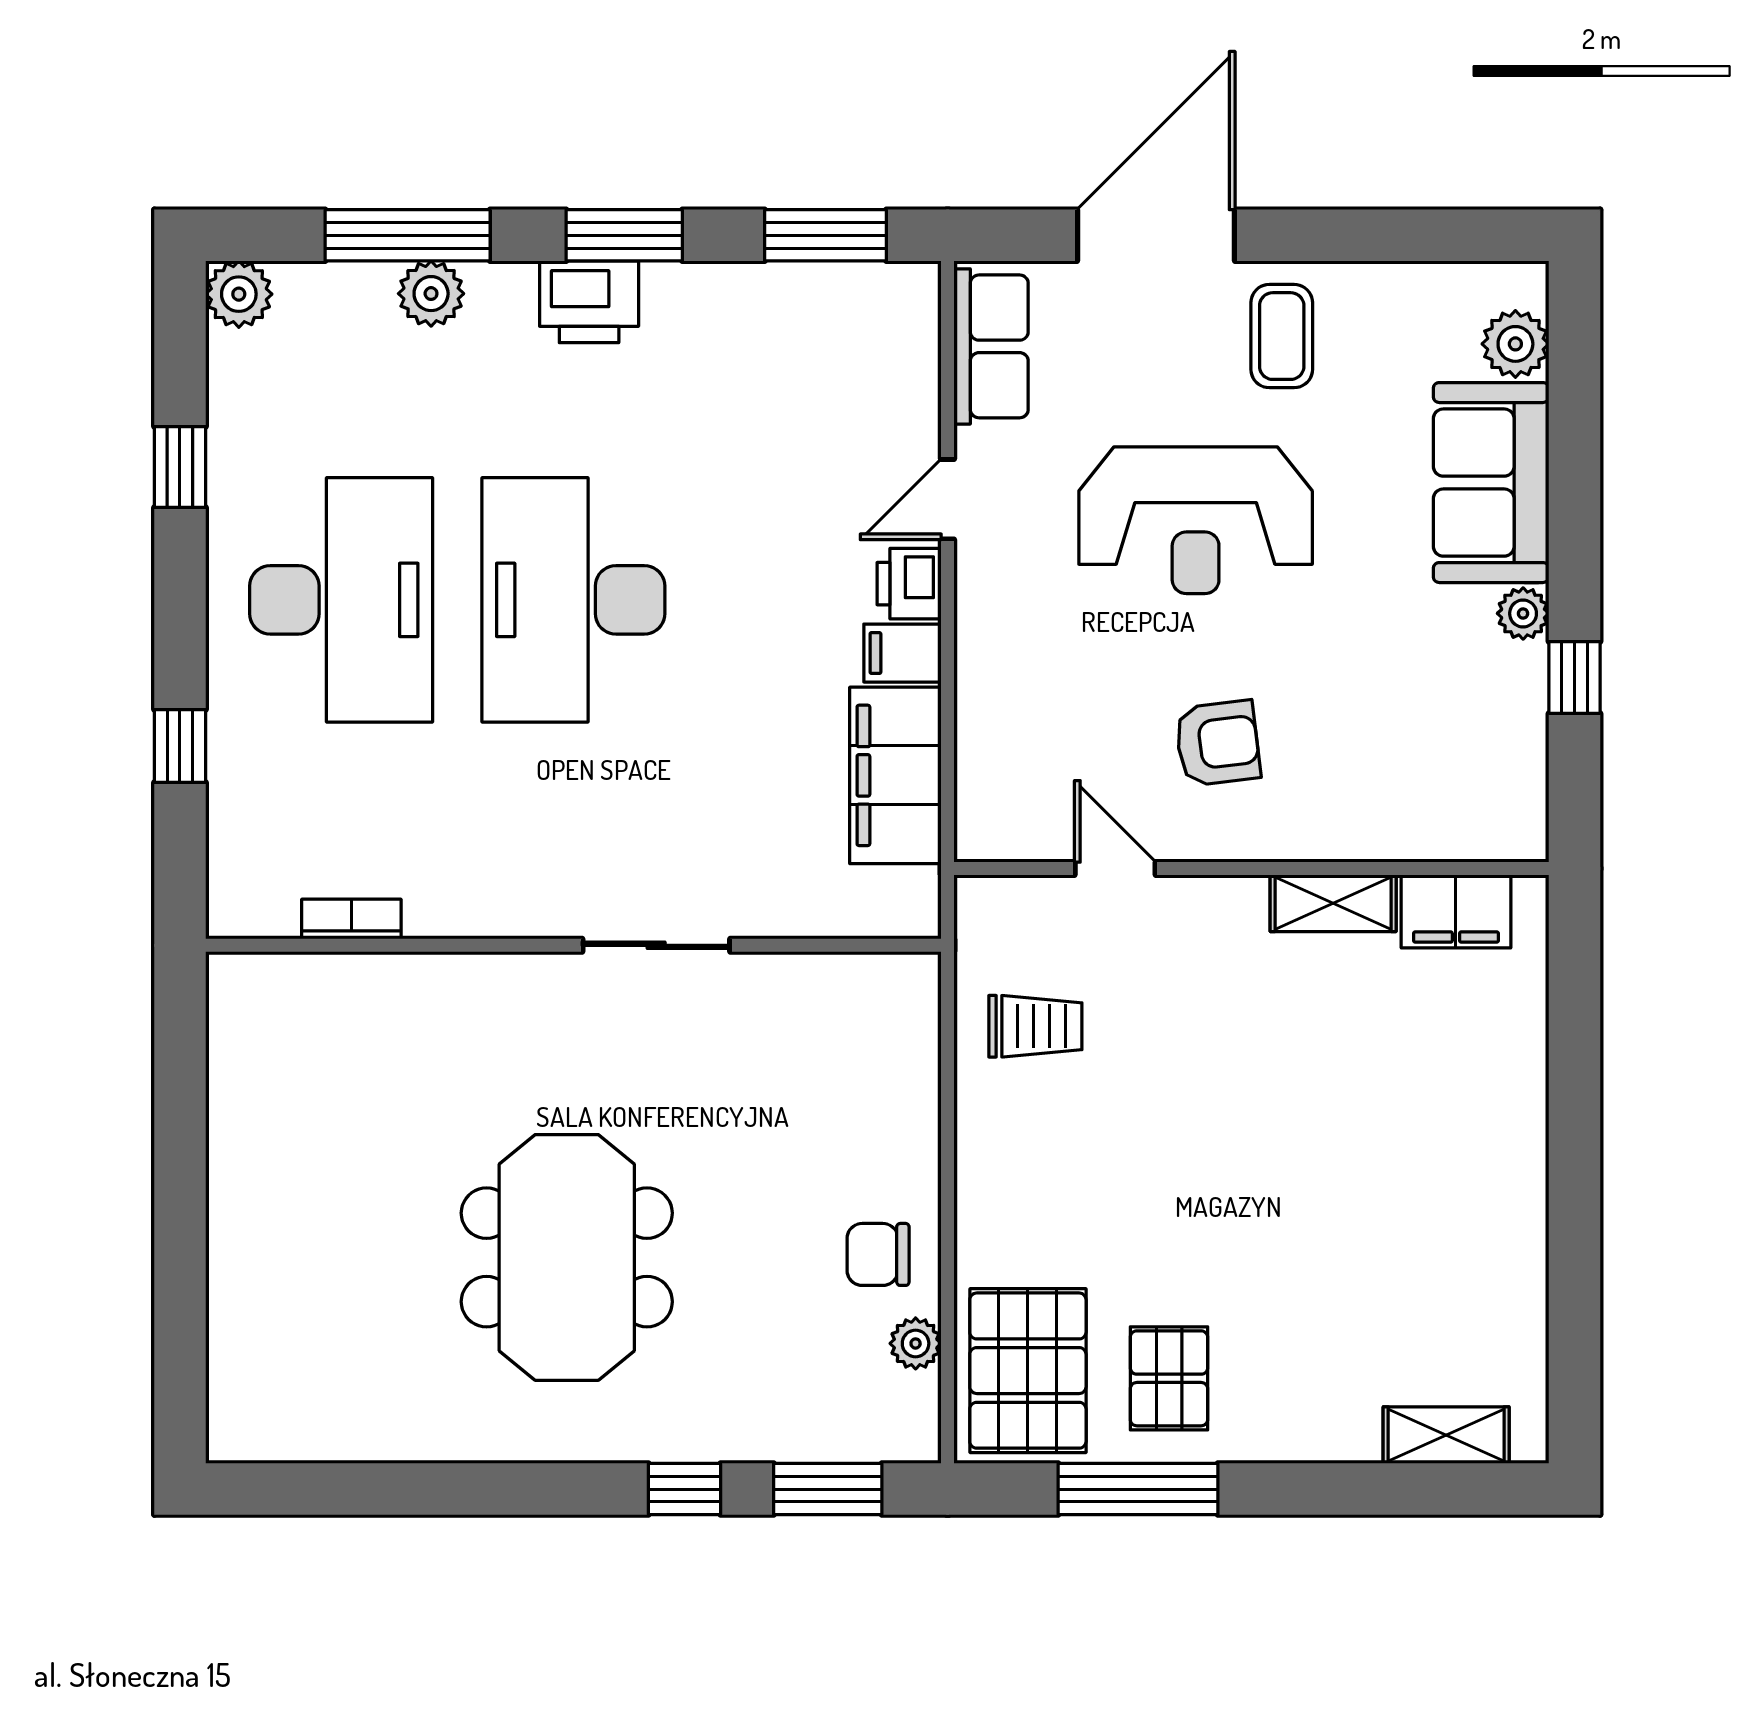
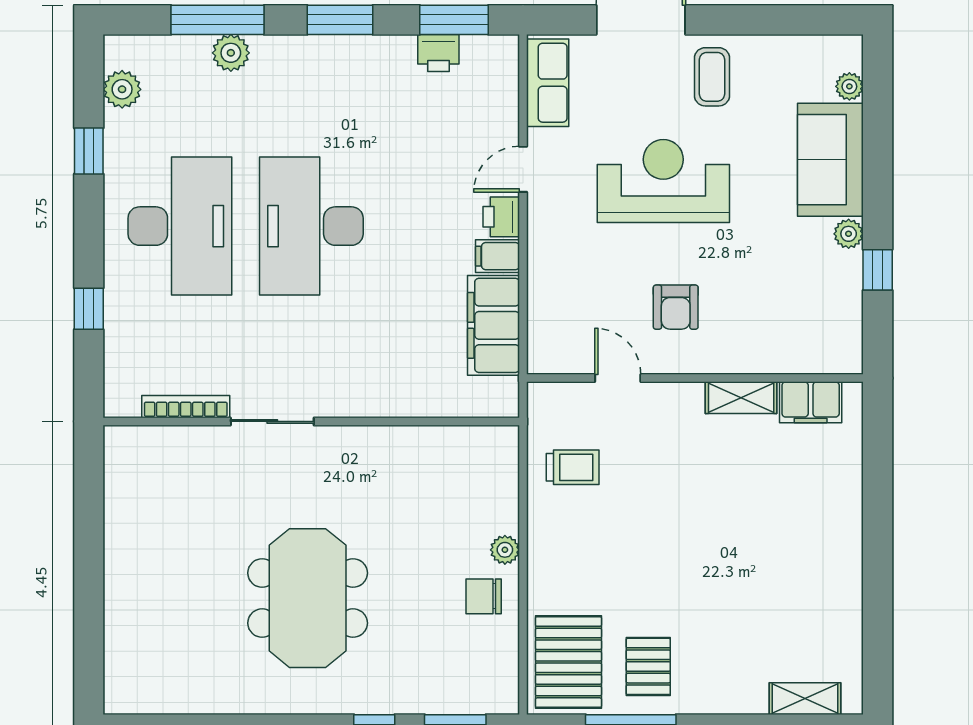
plant: (239, 294) -> (122, 89), moved
printer: (589, 302) -> (438, 53), moved, width x0.73, depth x0.81
plant: (1515, 344) -> (849, 86), width x0.73, depth x0.73
reception desk: (1196, 520) -> (663, 181), turned 180
armchair: (1218, 743) -> (676, 307), turned 97
bookcase: (351, 919) -> (186, 407), width x1.56
sliding door: (656, 945) -> (272, 421), moved
plant: (916, 1343) -> (505, 550), moved

